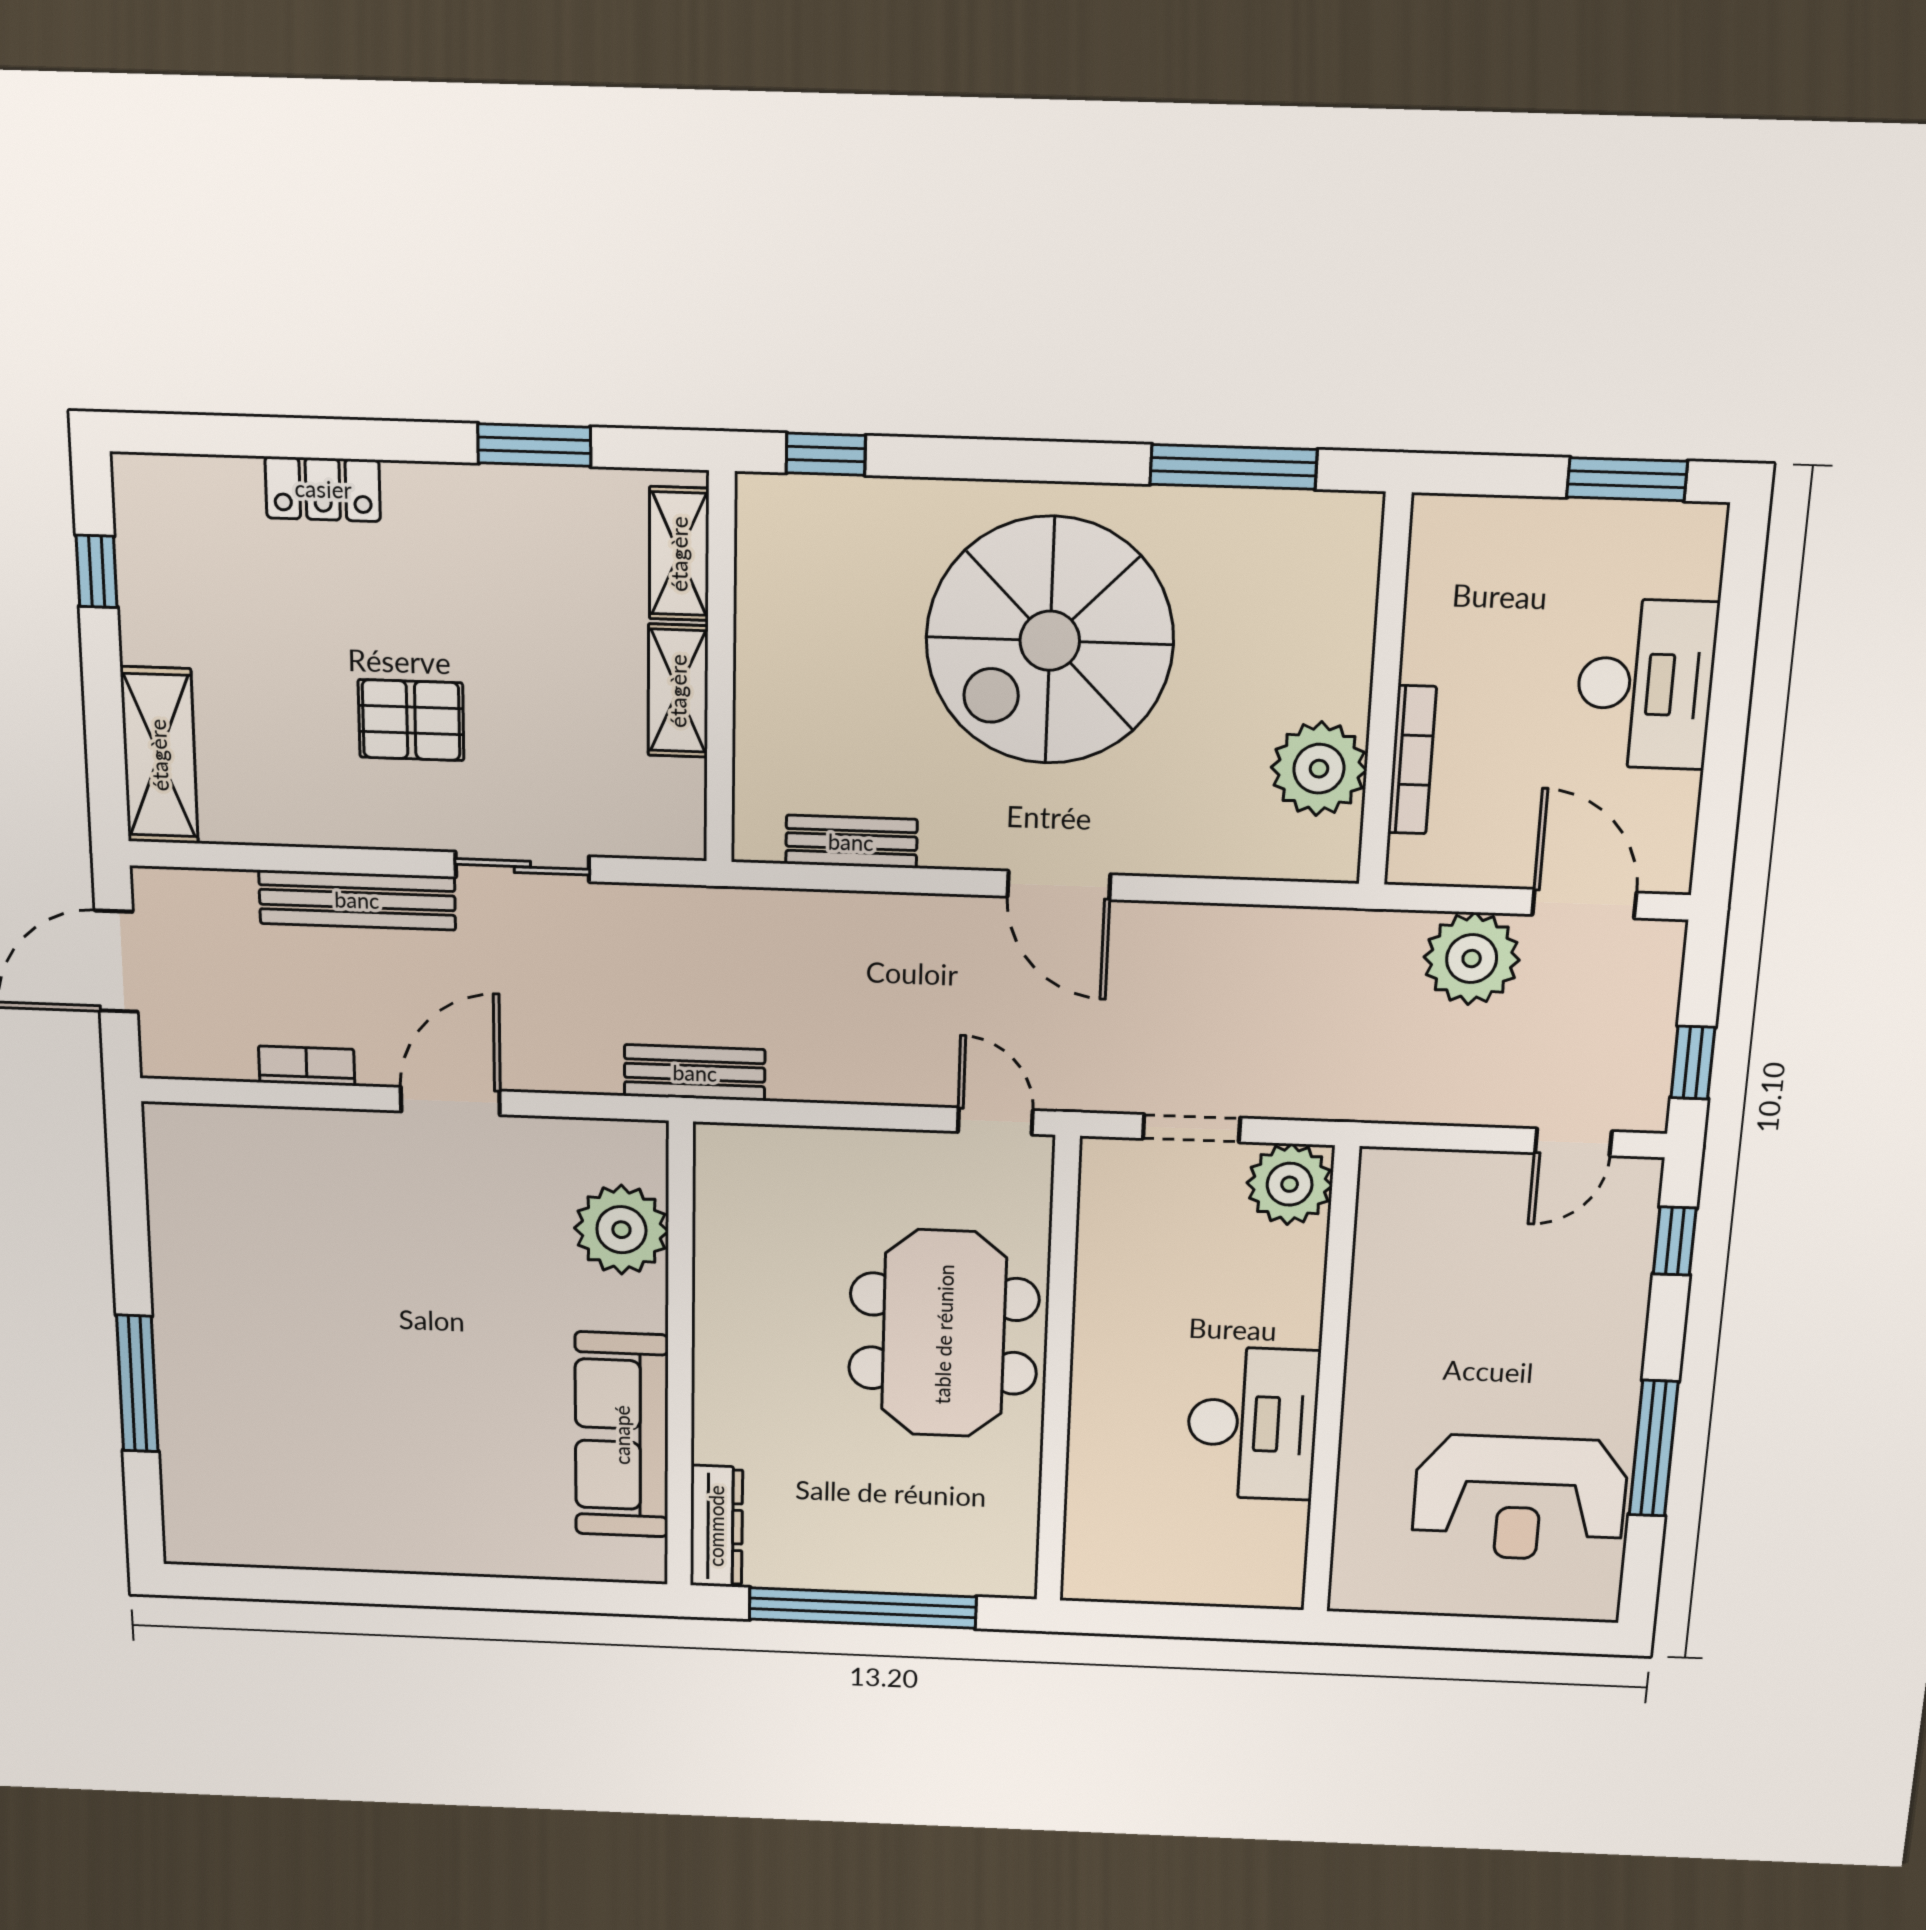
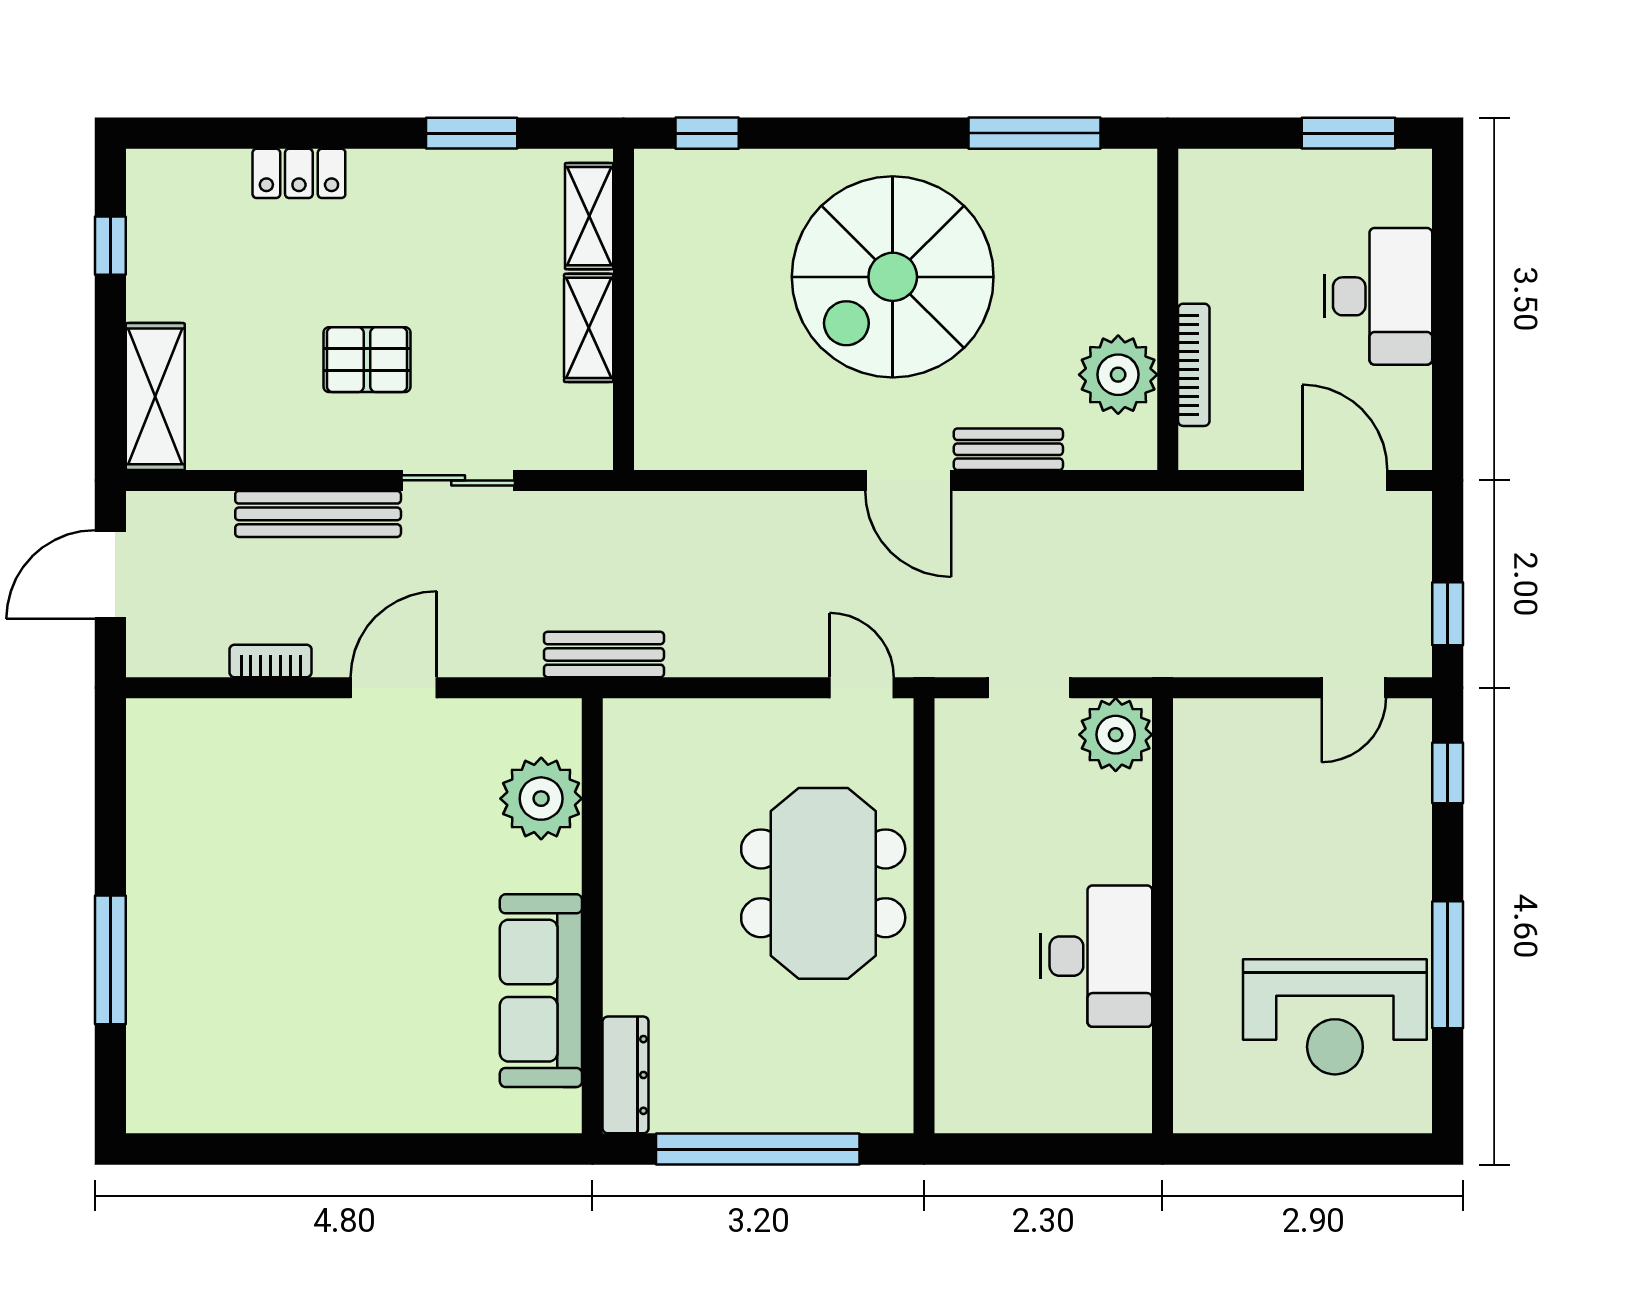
bench: (851, 842) -> (1008, 449), moved
plant: (1472, 959) -> (1255, 531), removed

